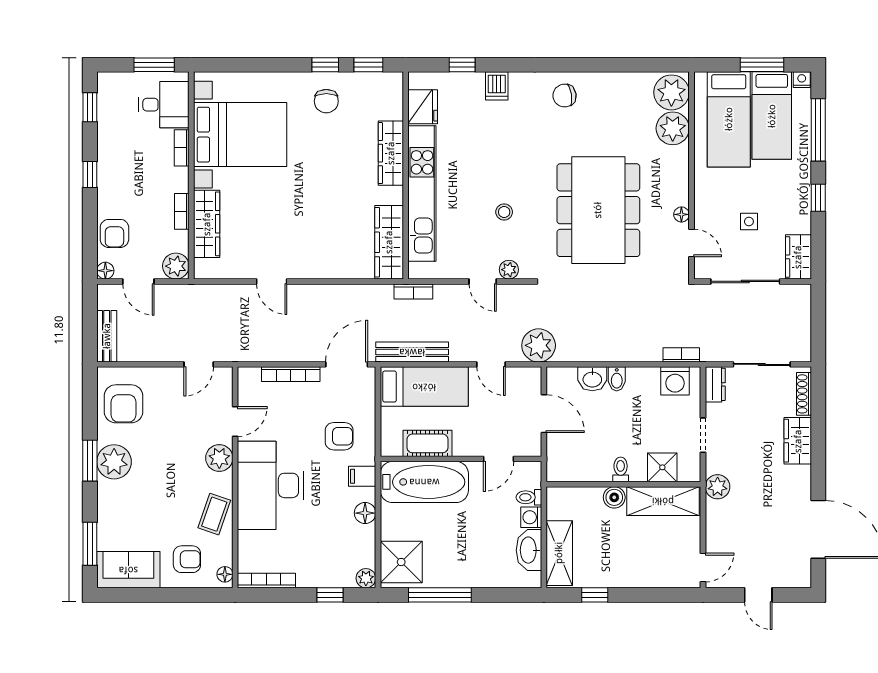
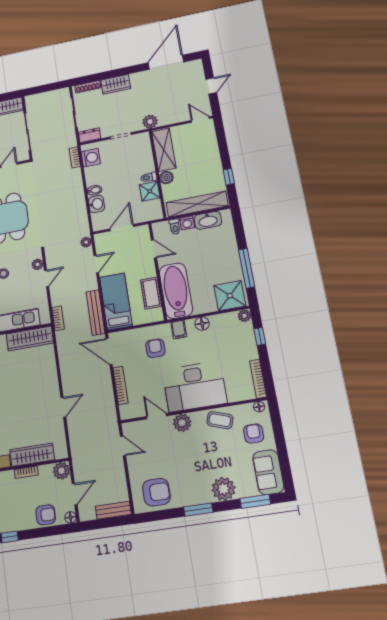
plant: (539, 345) -> (86, 242), width x0.53, depth x0.53
plant: (114, 462) -> (224, 489), moved
shower: (662, 467) -> (150, 191), moved
shelving: (559, 553) -> (197, 204), width x1.47

